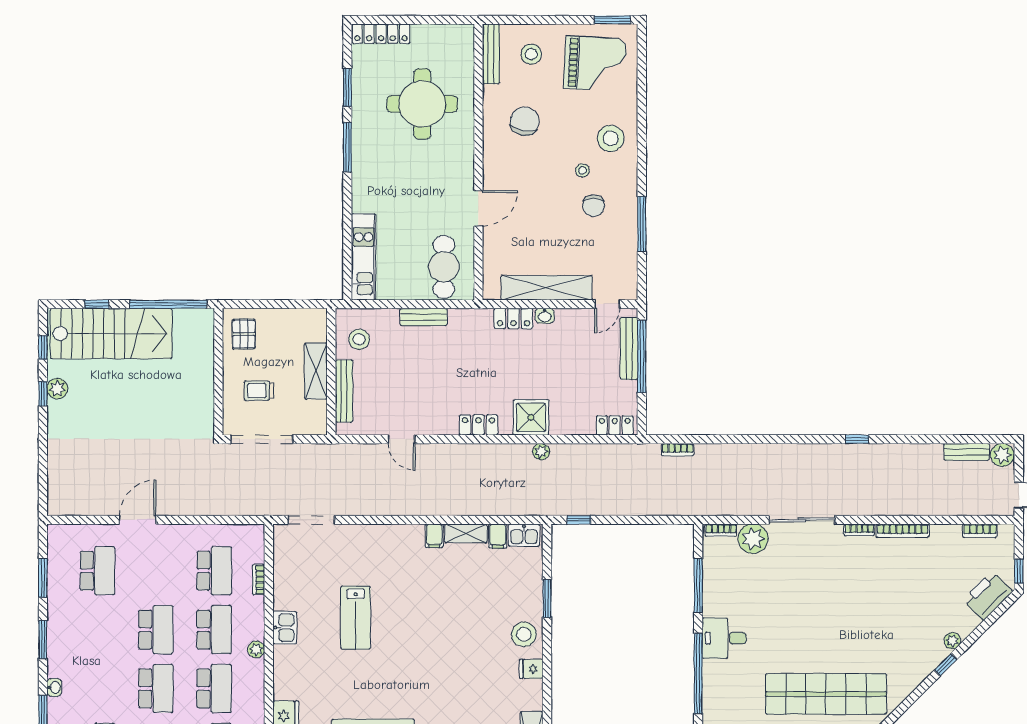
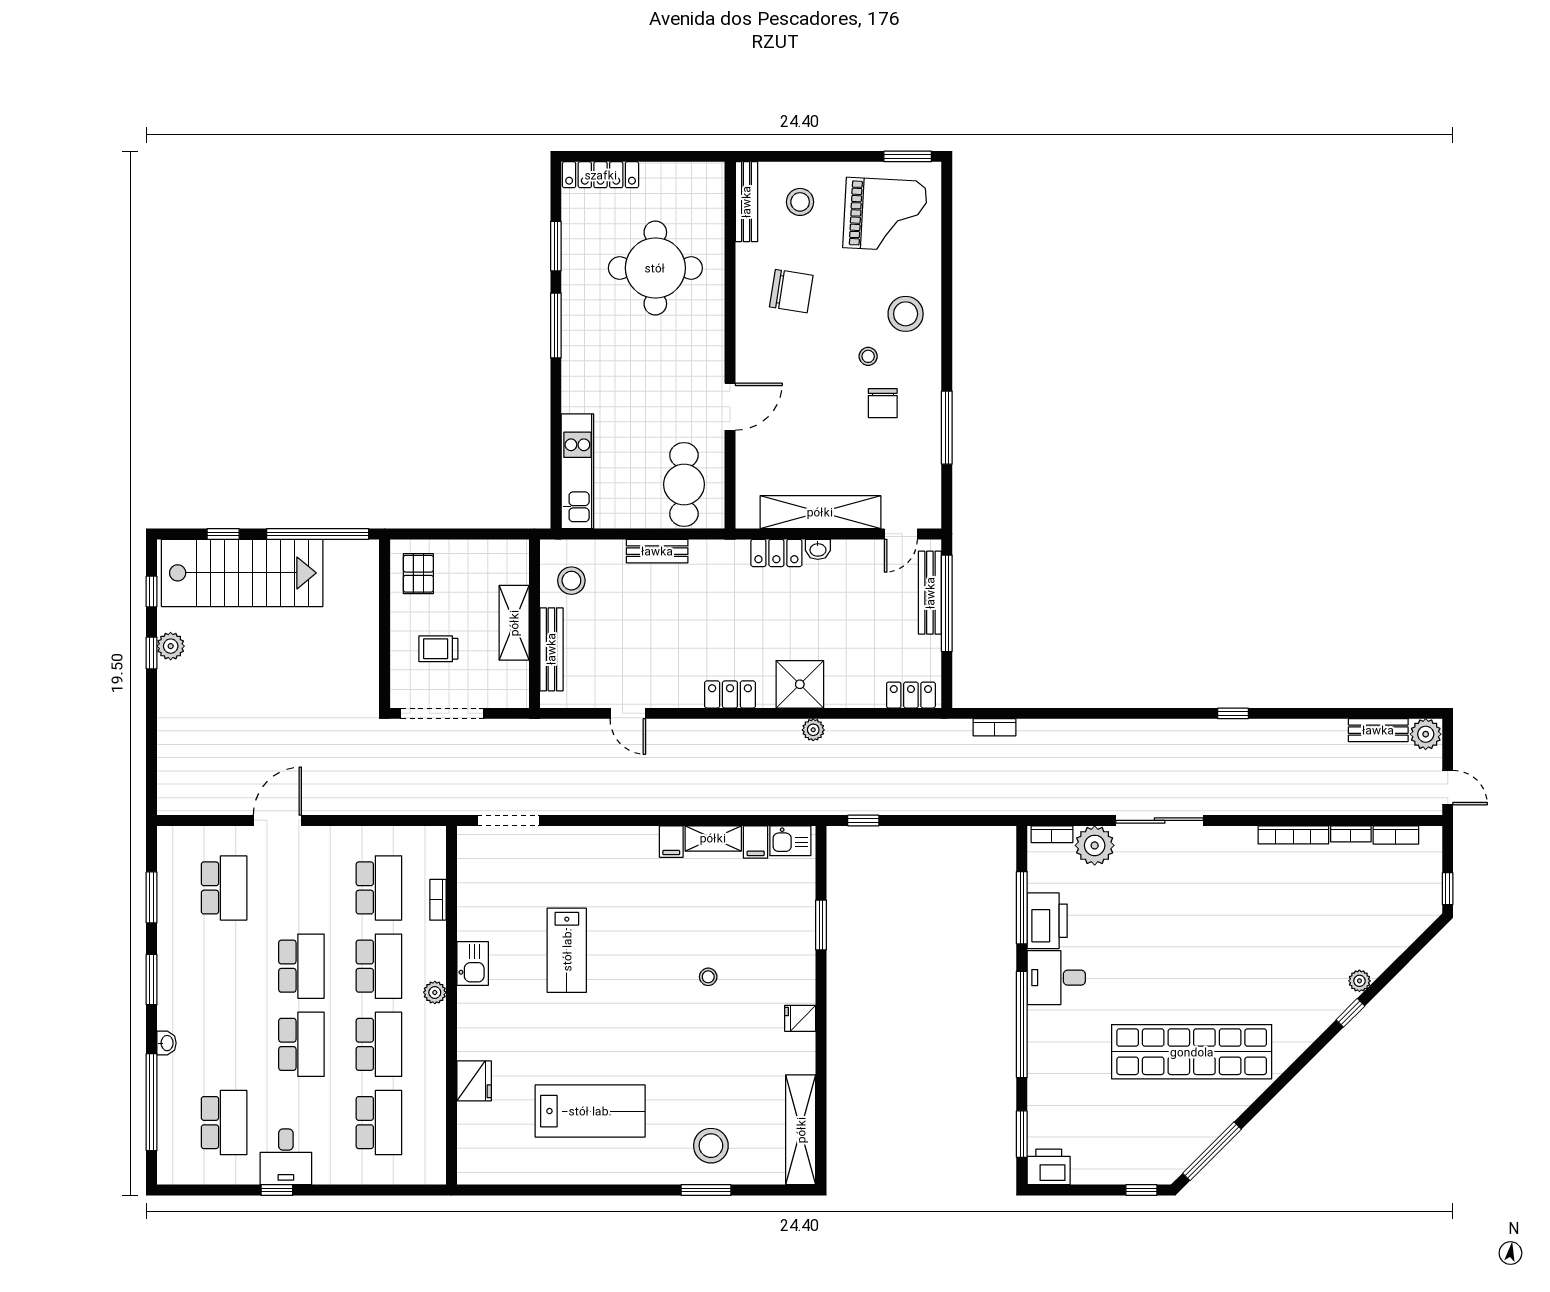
chair: (525, 121) -> (791, 291), turned 88
bookcase: (859, 530) -> (1351, 834), moved
printer: (988, 596) -> (1047, 921), moved, turned 135
stool: (524, 634) -> (708, 977), moved, width x0.53, depth x0.53

